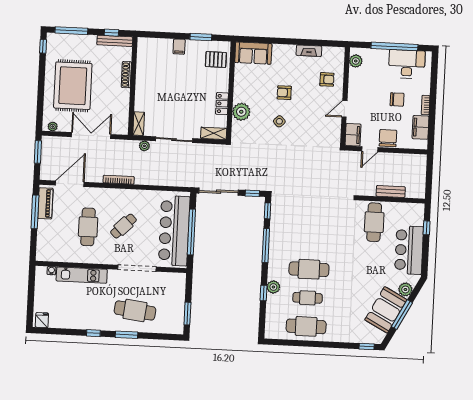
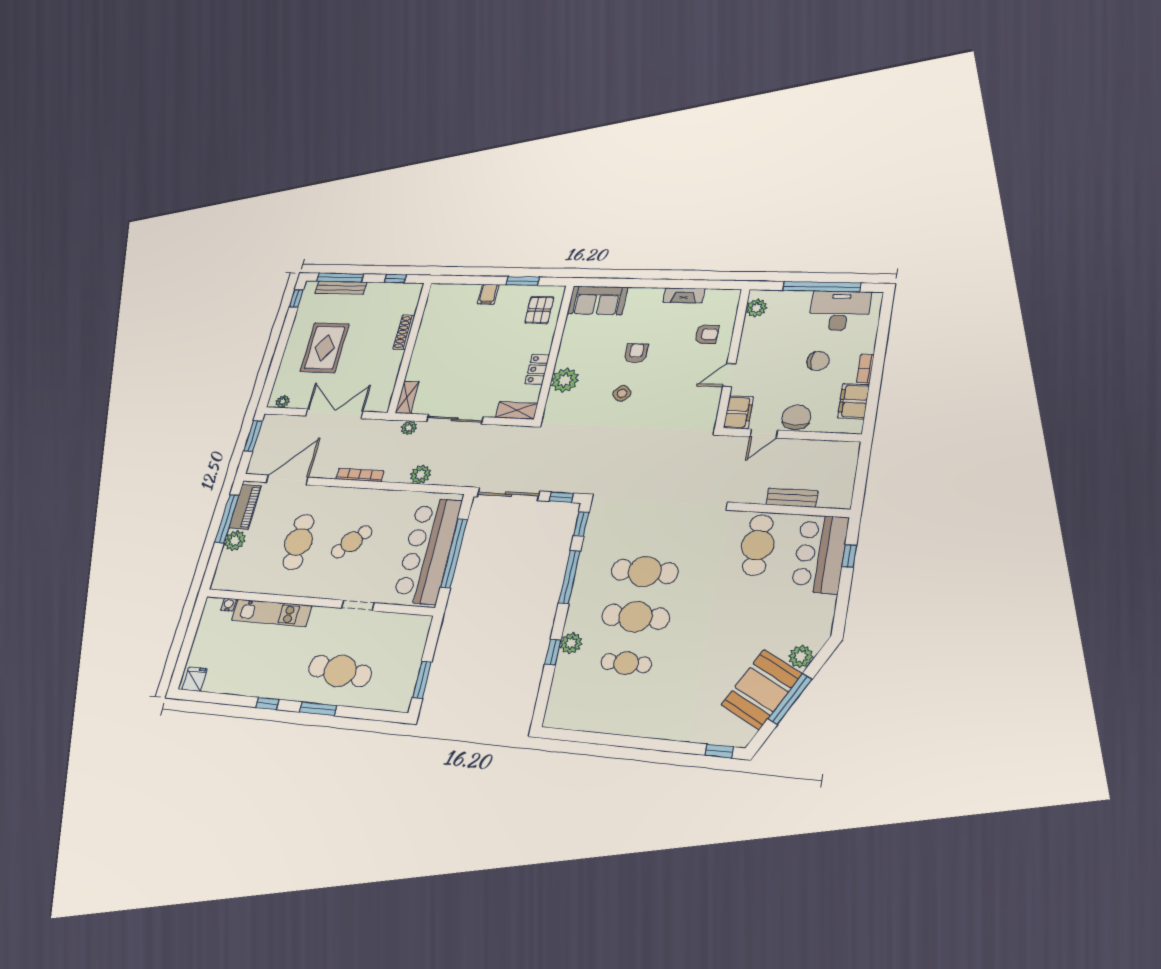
bench: (115, 41) -> (341, 288), moved
pallet: (216, 60) -> (539, 310), turned 90
rug: (73, 86) -> (325, 348), width x0.73, depth x0.69
armchair: (284, 93) -> (636, 353), turned 90
plant: (159, 179) -> (421, 474), added
plant: (44, 227) -> (235, 541), added
bar counter: (409, 250) -> (820, 554), moved
doorway: (137, 268) -> (358, 605), width x0.53
cafe table: (306, 326) -> (645, 571), moved

